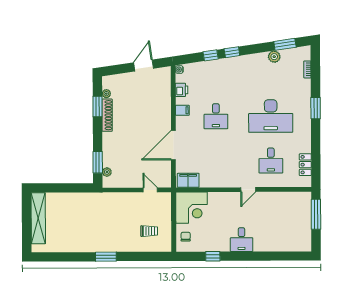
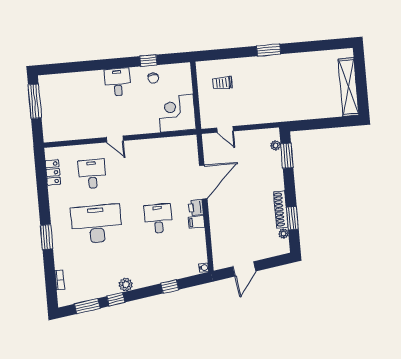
window: (232, 52) -> (116, 299), moved
plant: (274, 57) -> (126, 285), moved
printer: (182, 90) -> (196, 208), moved
filing cabinet: (188, 180) -> (183, 144), removed
door: (248, 190) -> (115, 139), swing flipped
window: (316, 214) -> (35, 101), moved
chair: (186, 237) -> (153, 78), moved

